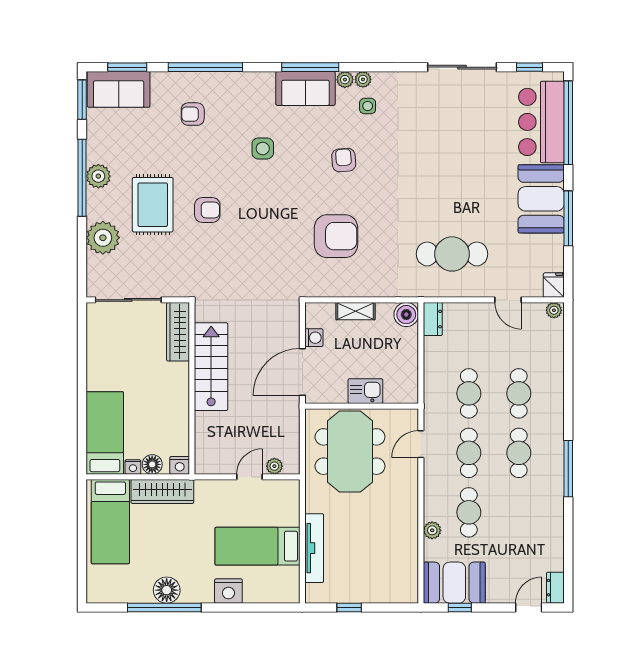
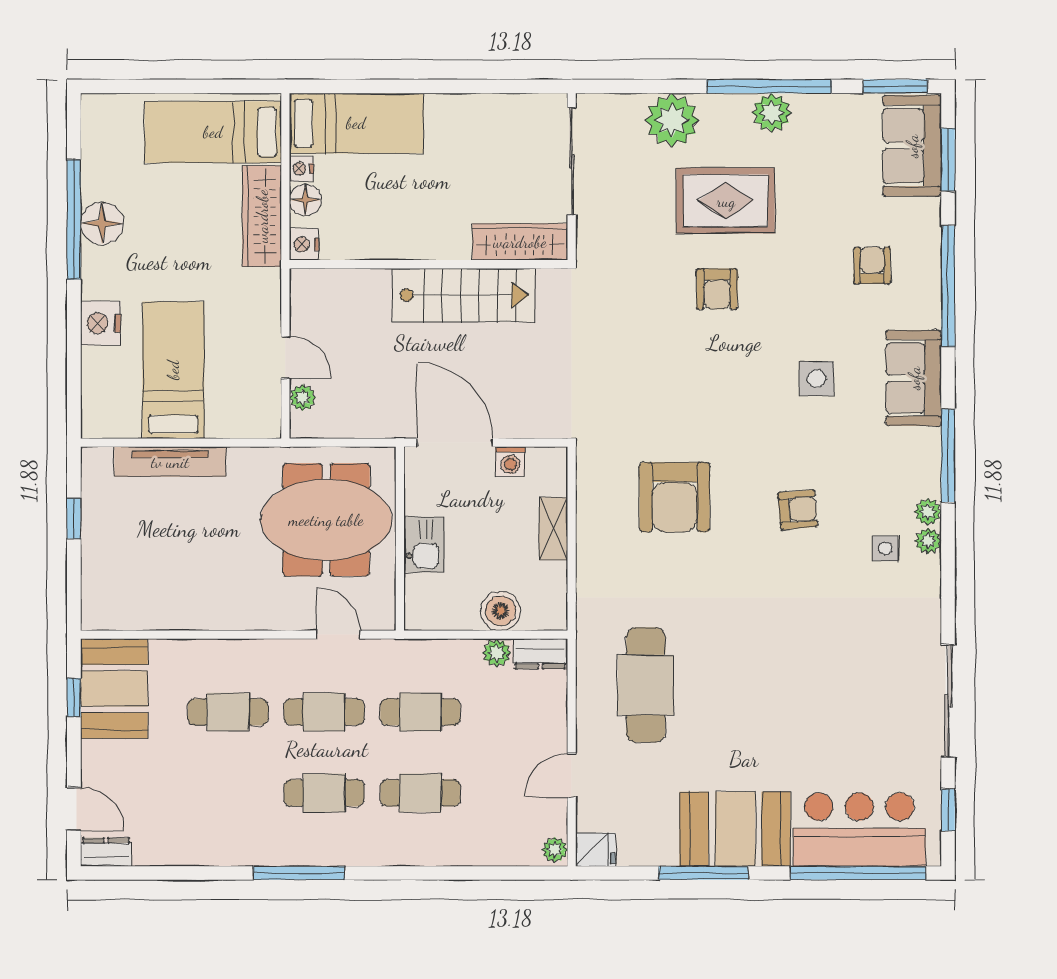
sofa: (305, 88) -> (914, 378), moved
boiler: (406, 315) -> (500, 611), moved
plant: (432, 530) -> (497, 653), moved

